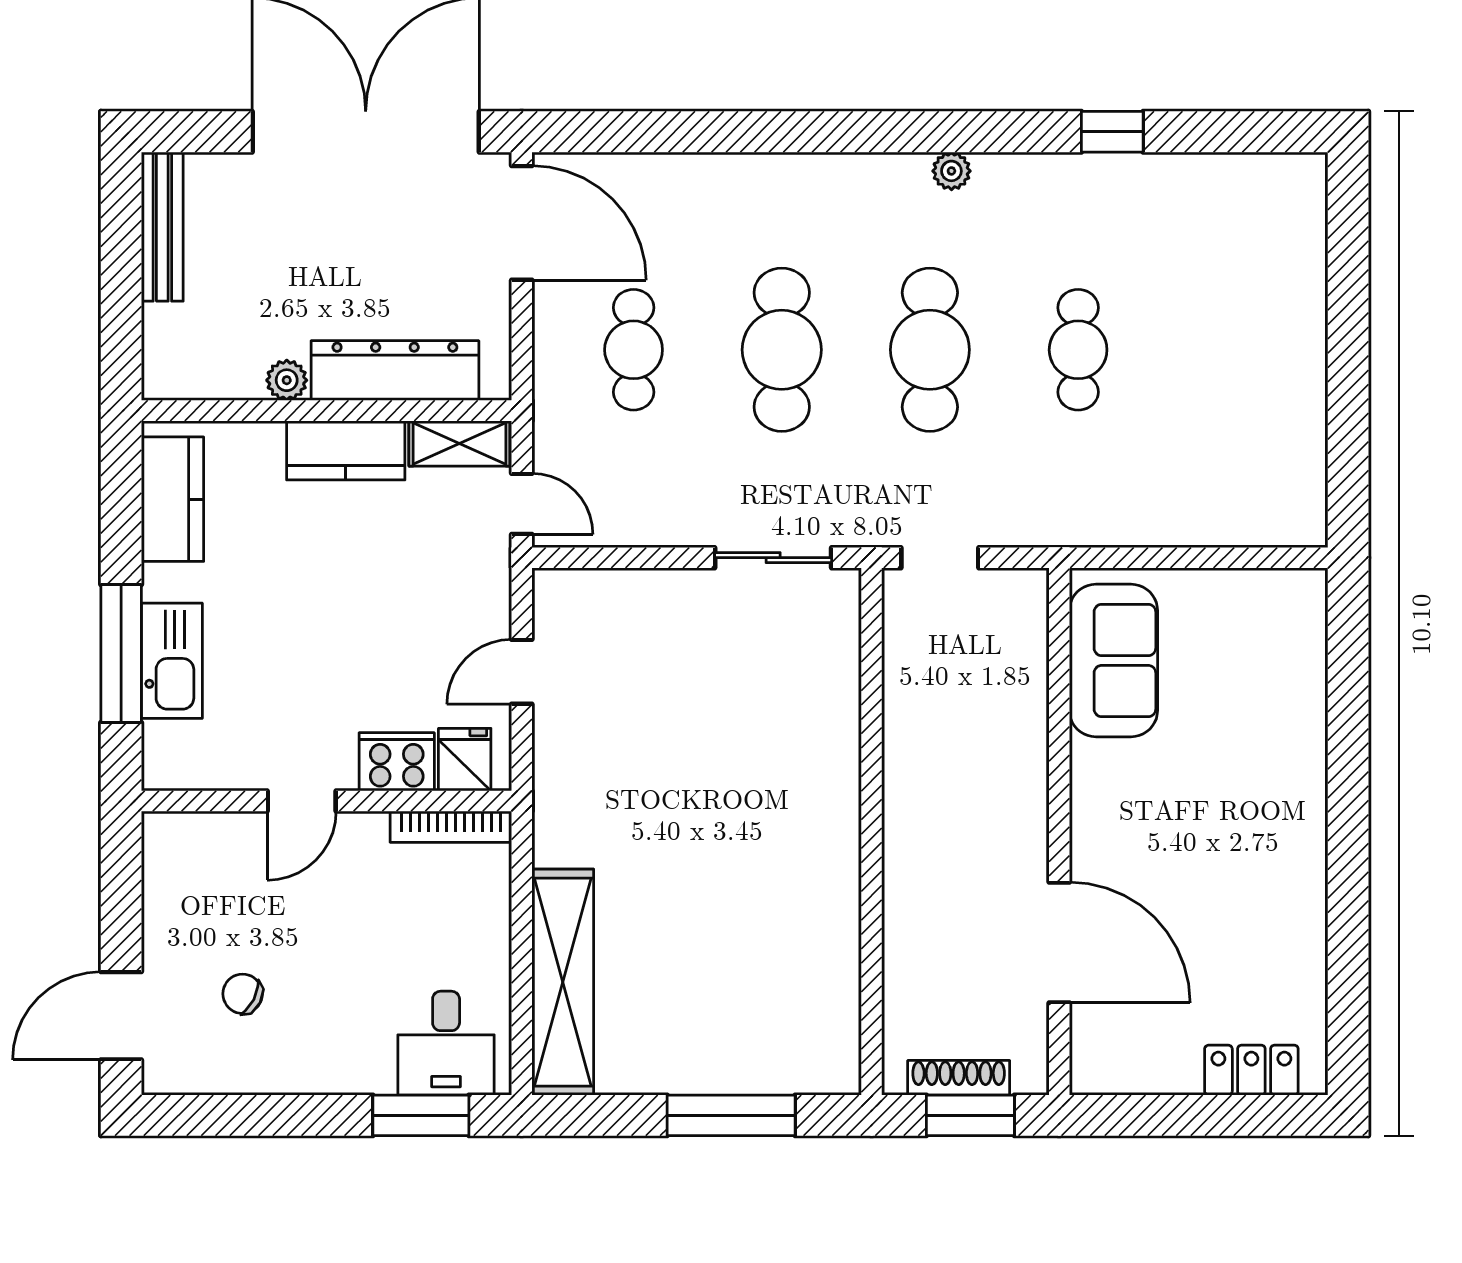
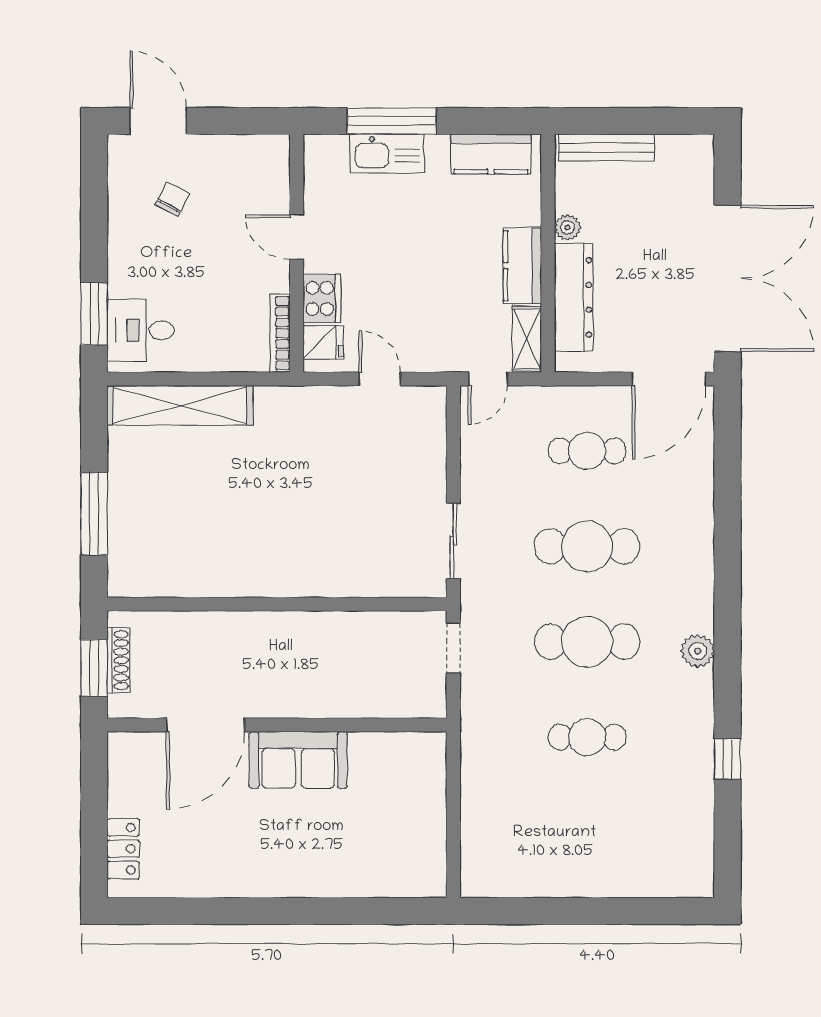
plant: (951, 171) -> (698, 651), width x1.38, depth x1.38
bench: (162, 227) -> (607, 147), moved
sofa: (1113, 661) -> (298, 760), moved

